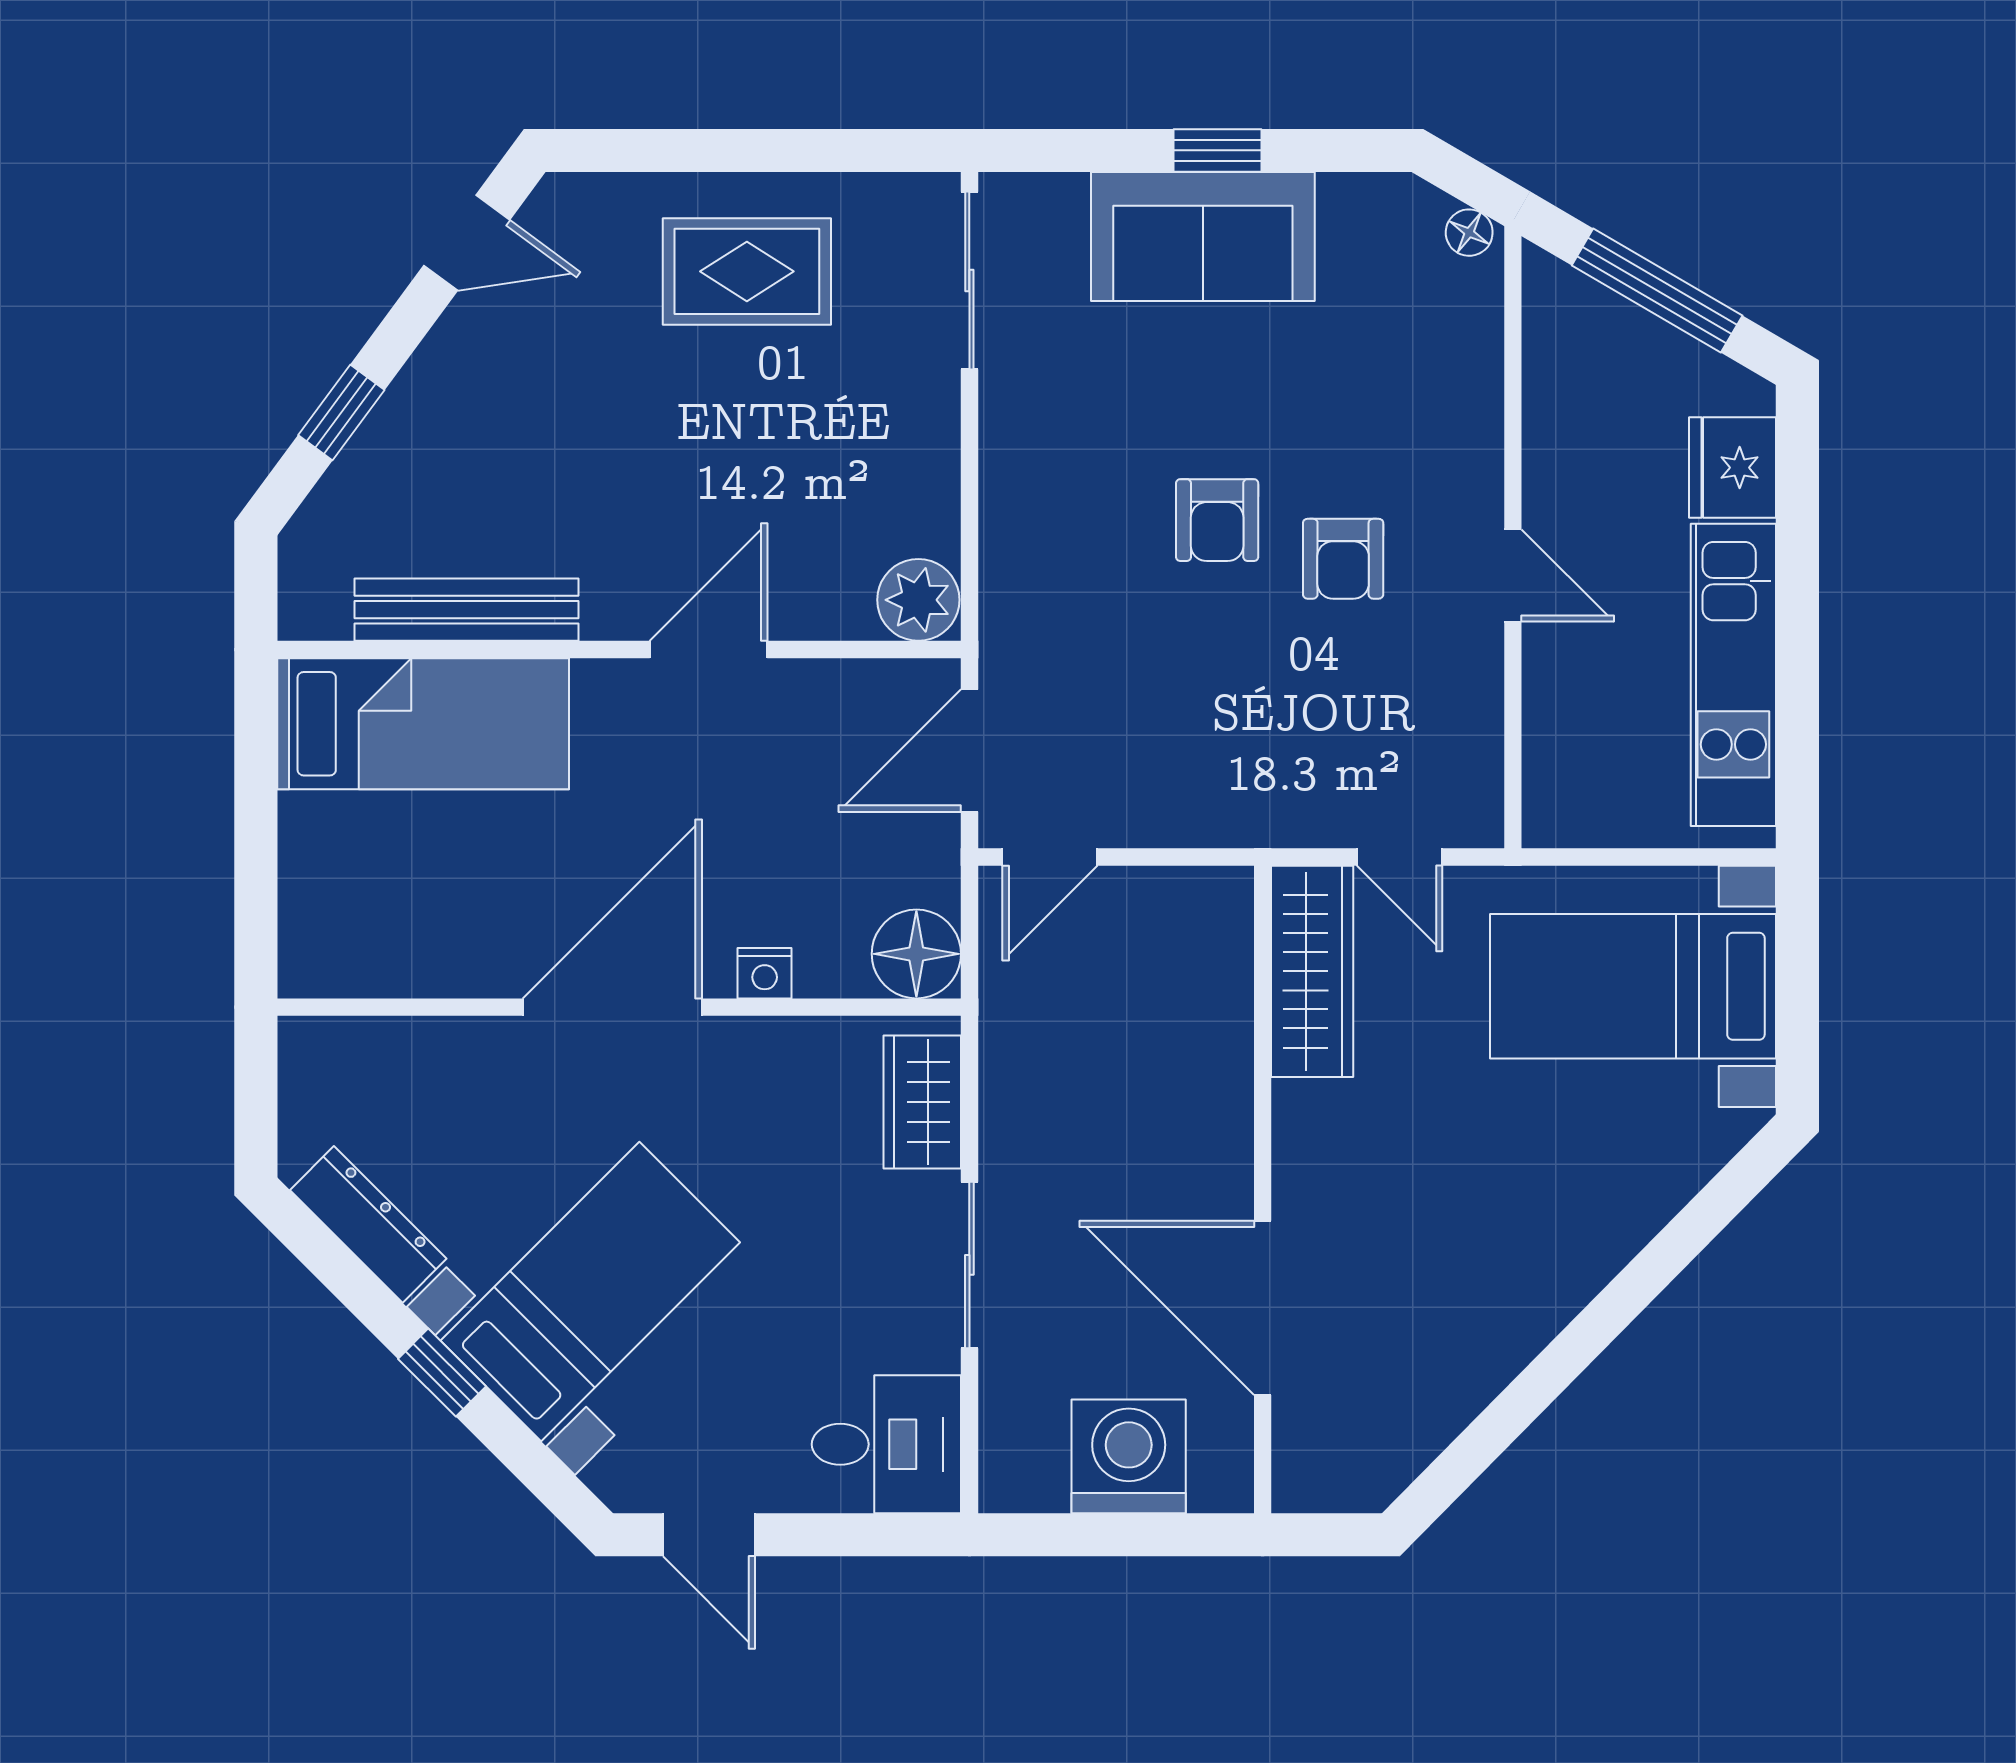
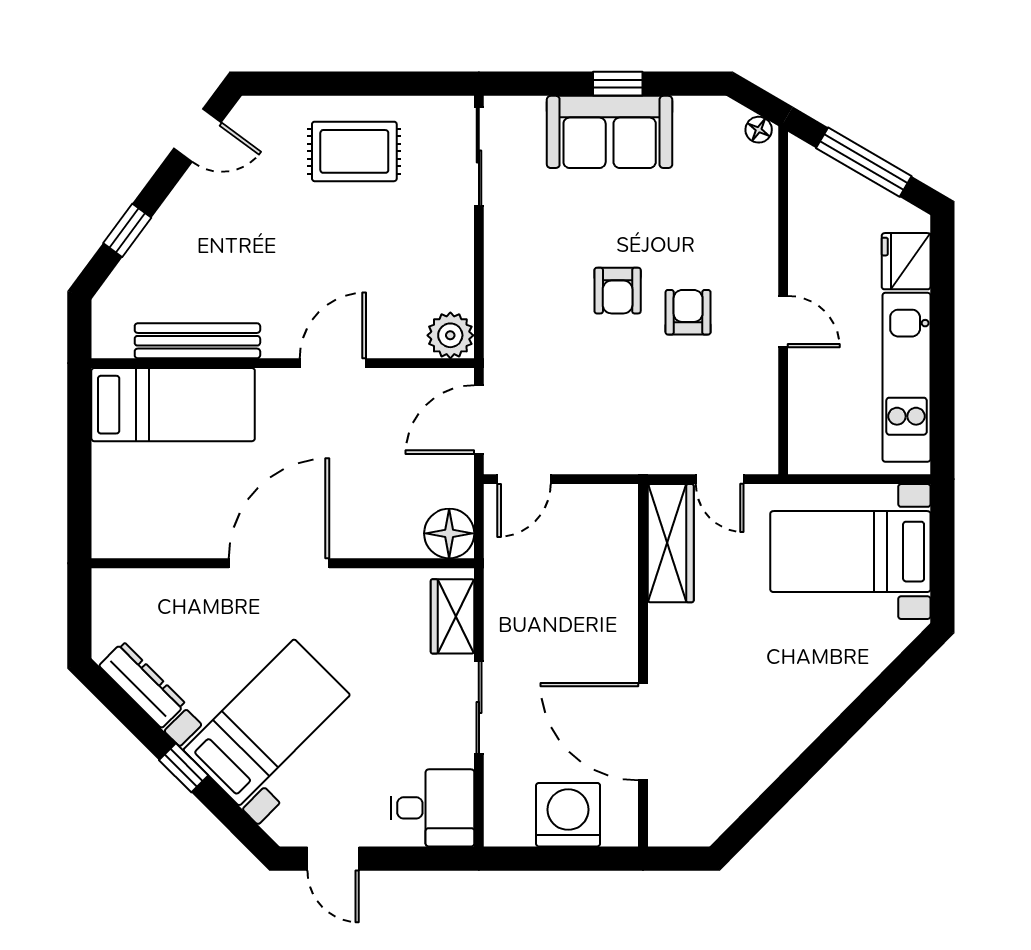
armchair: (1343, 559) -> (688, 312), turned 180
nightstand: (765, 973) -> (364, 544), removed

